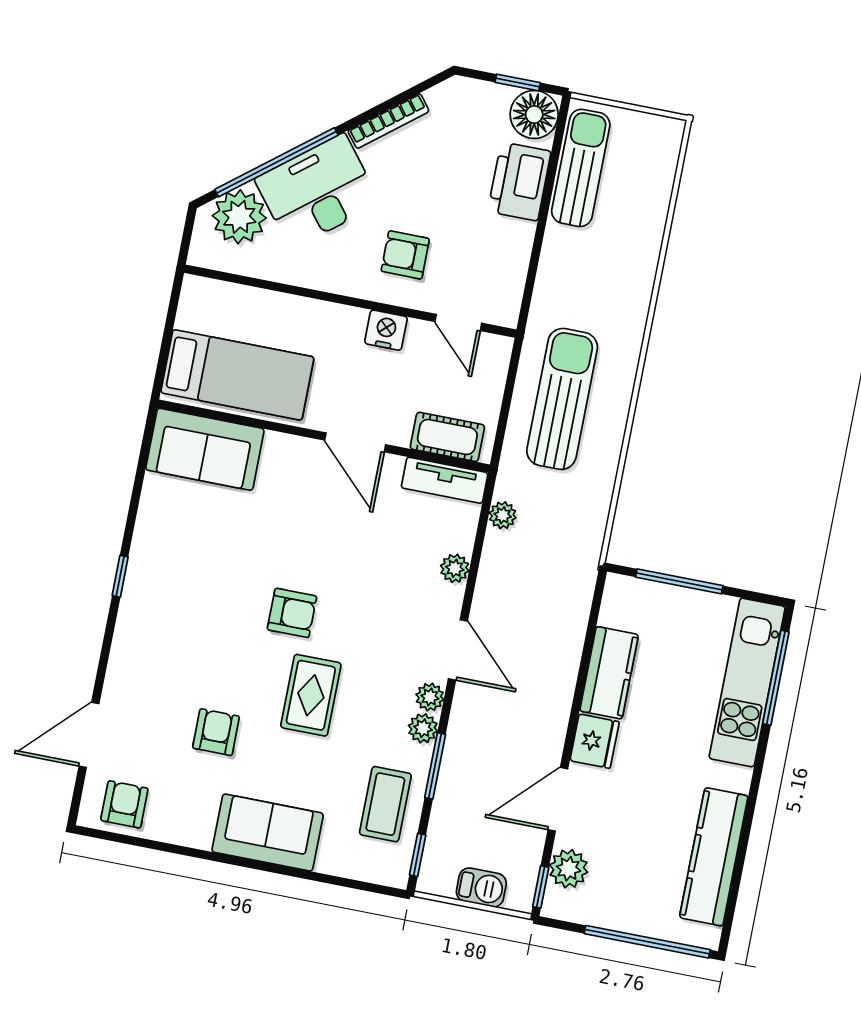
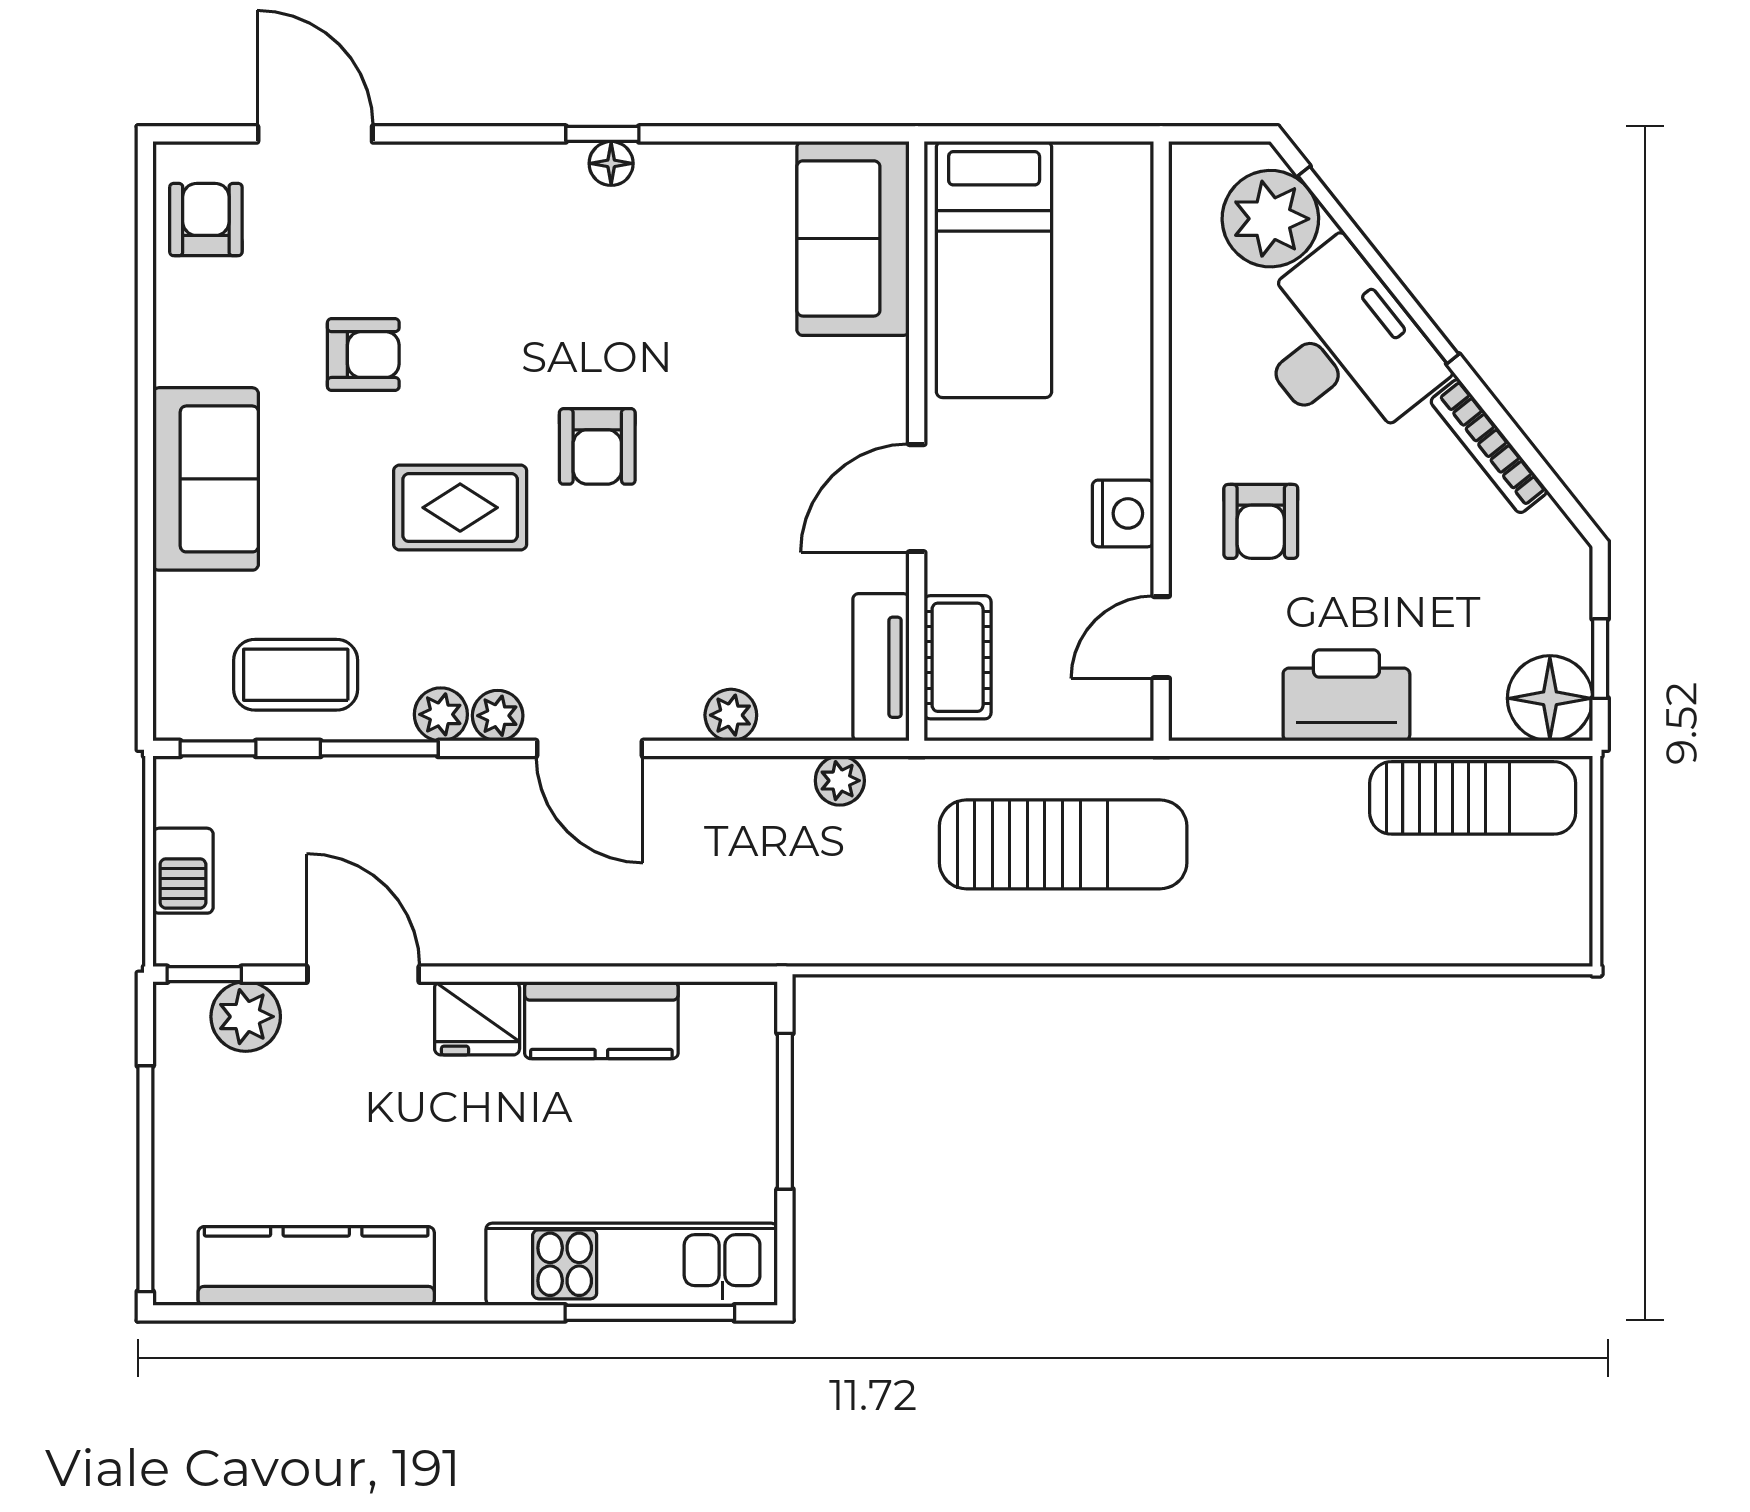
printer: (519, 181) -> (1346, 695), moved
armchair: (405, 255) -> (1261, 521), turned 180
floor lamp: (137, 575) -> (611, 163), added
door: (458, 650) -> (590, 748), hinge flipped
armchair: (124, 804) -> (206, 220), turned -90

